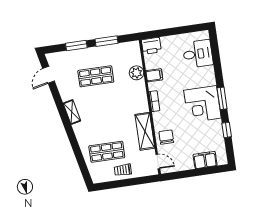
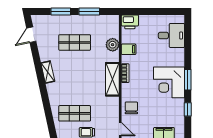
shelving: (145, 131) -> (112, 79), moved

